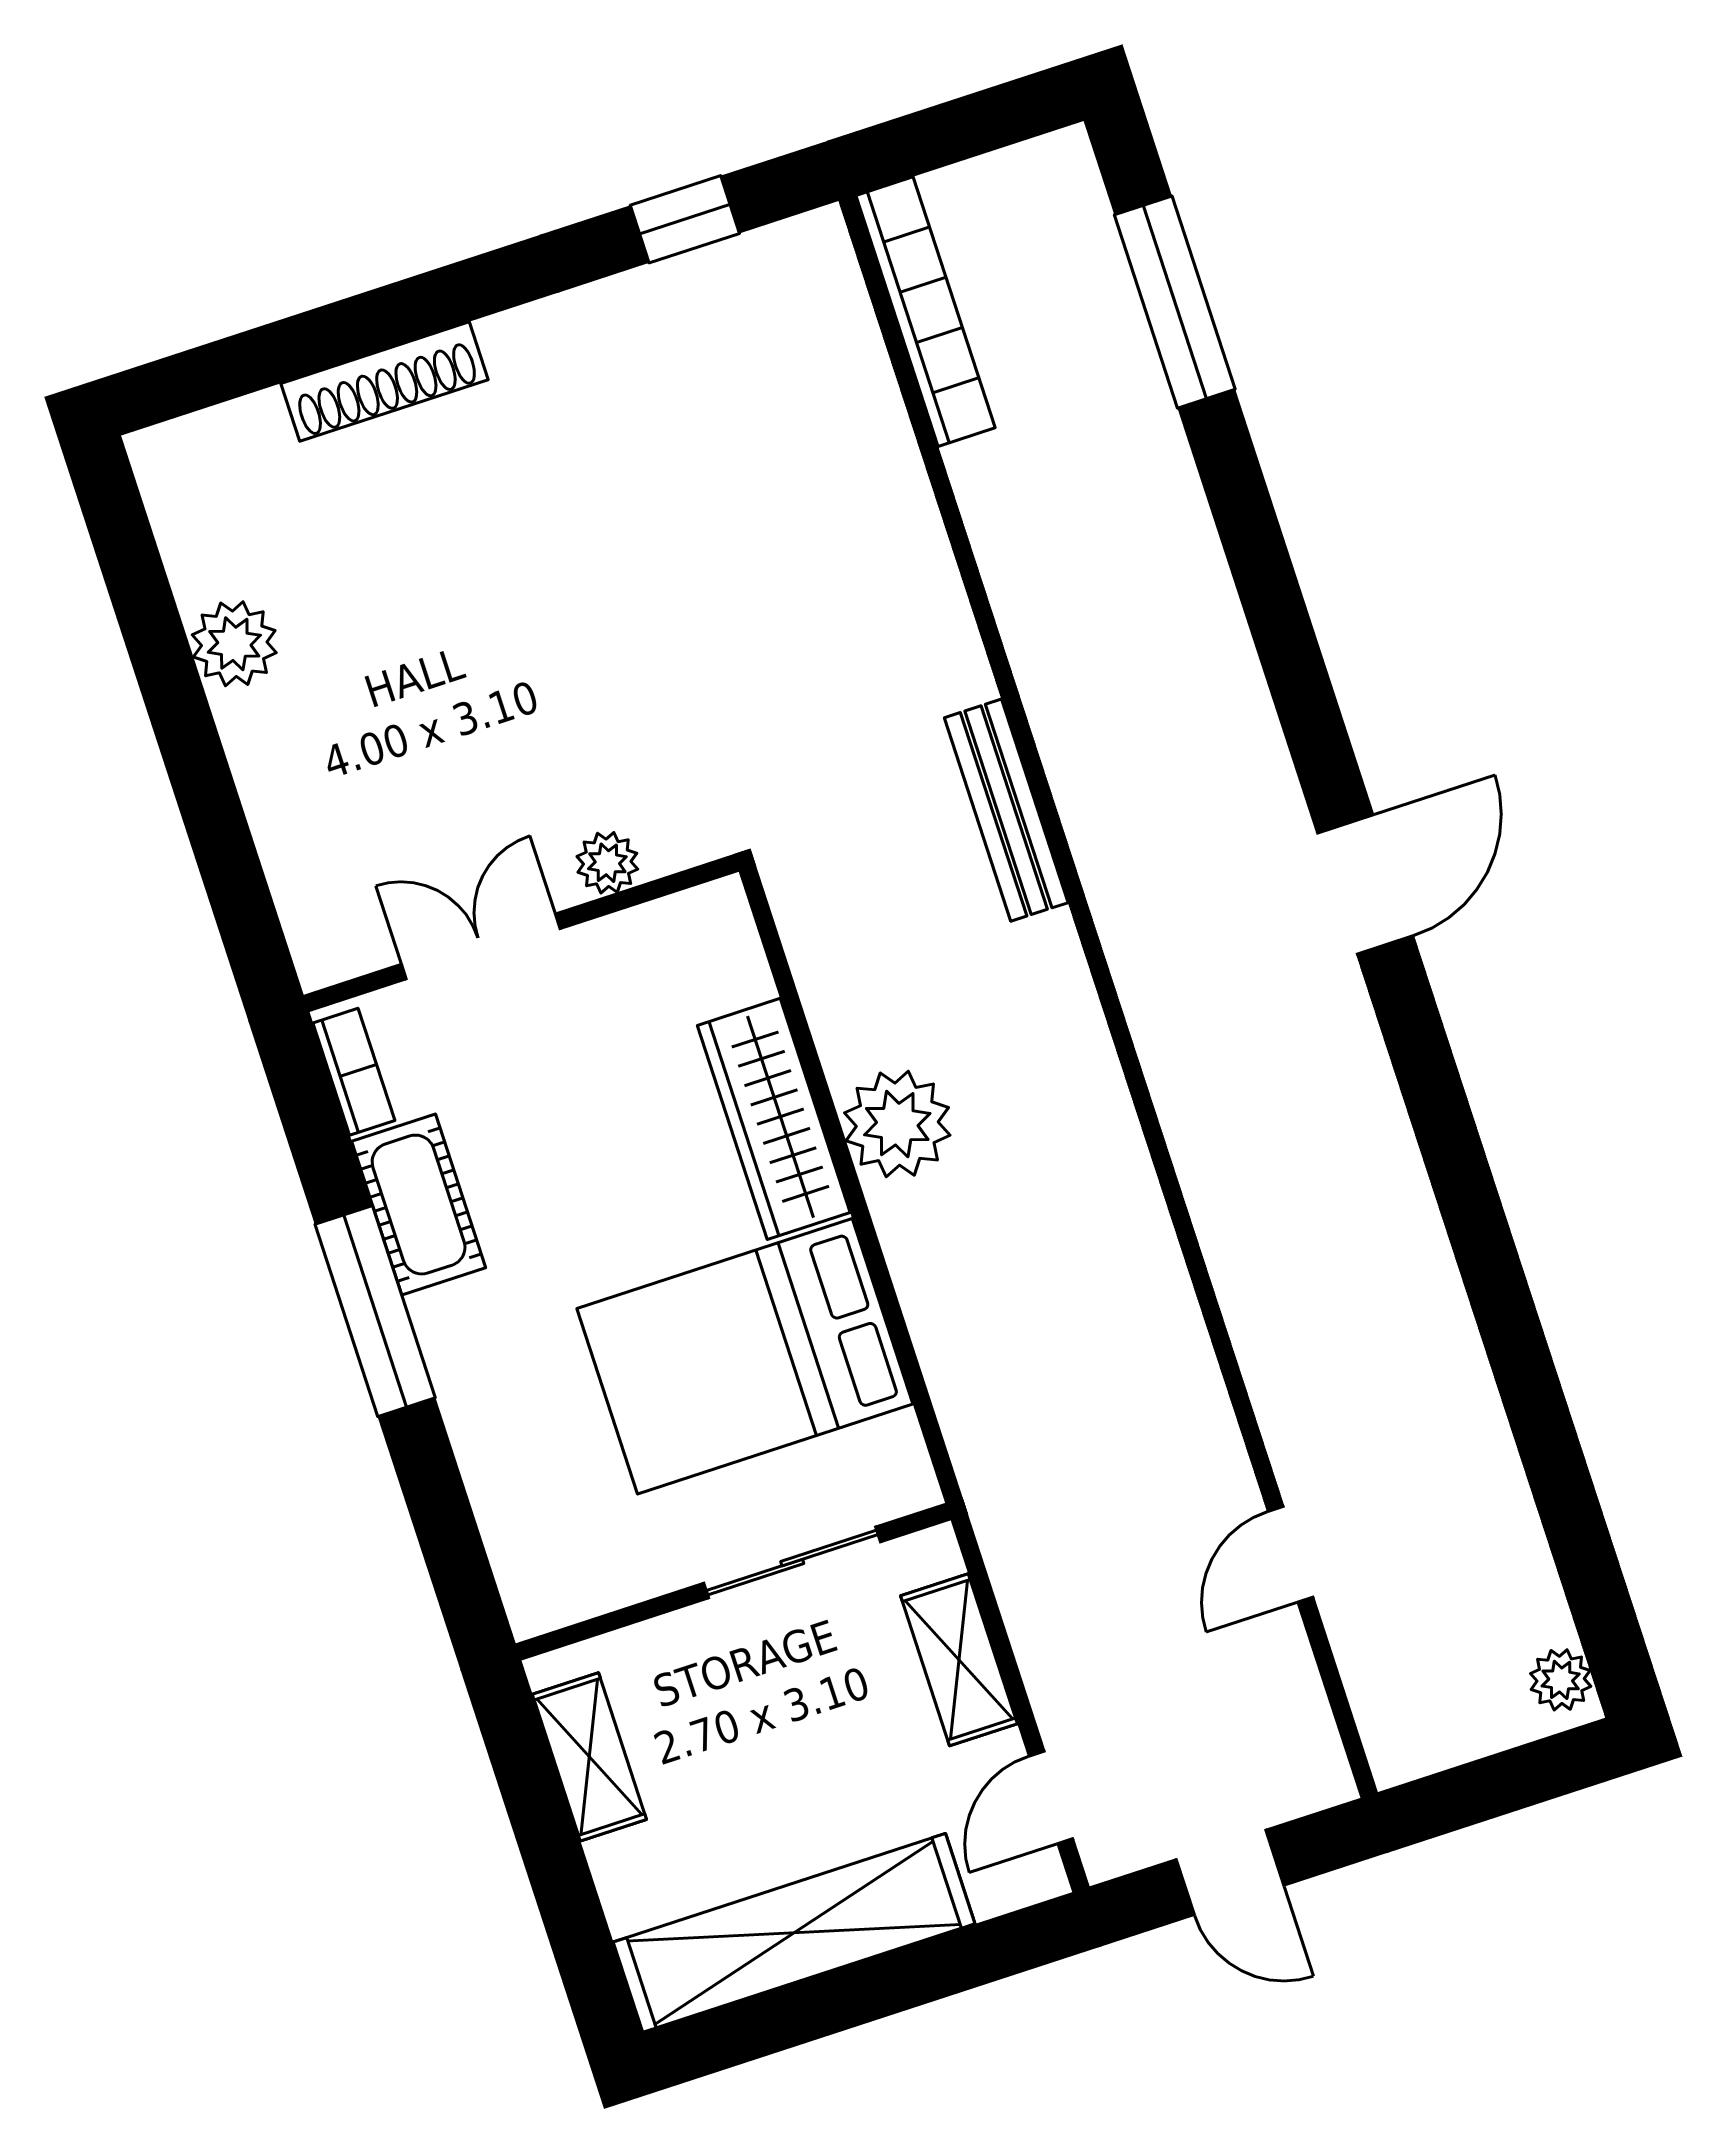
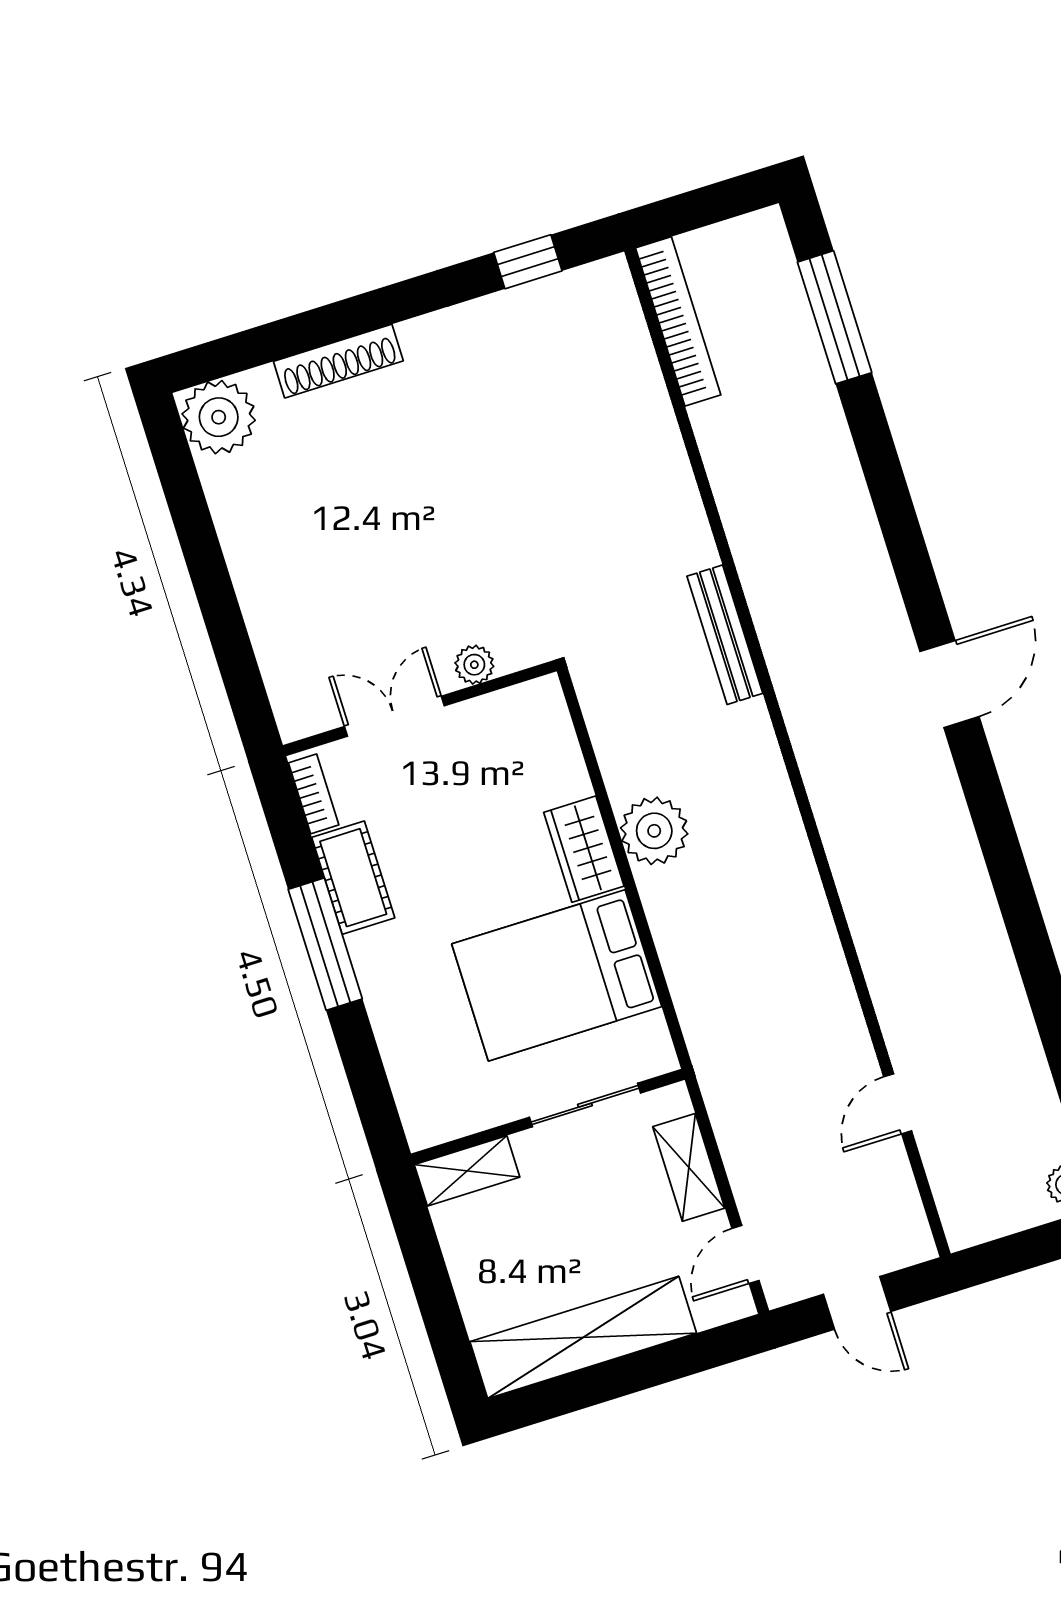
plant: (234, 644) -> (219, 417), moved, width x1.36, depth x1.36
wardrobe: (774, 1119) -> (584, 849), width x0.67
shelving: (589, 1757) -> (467, 1171), moved, turned 90

